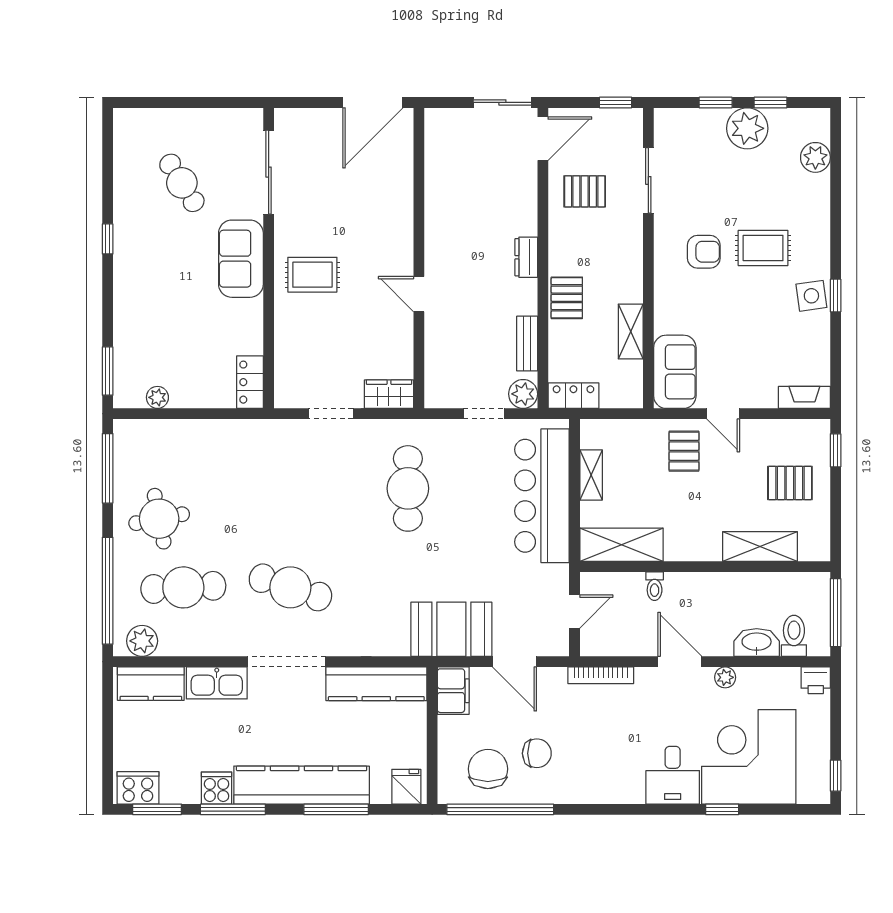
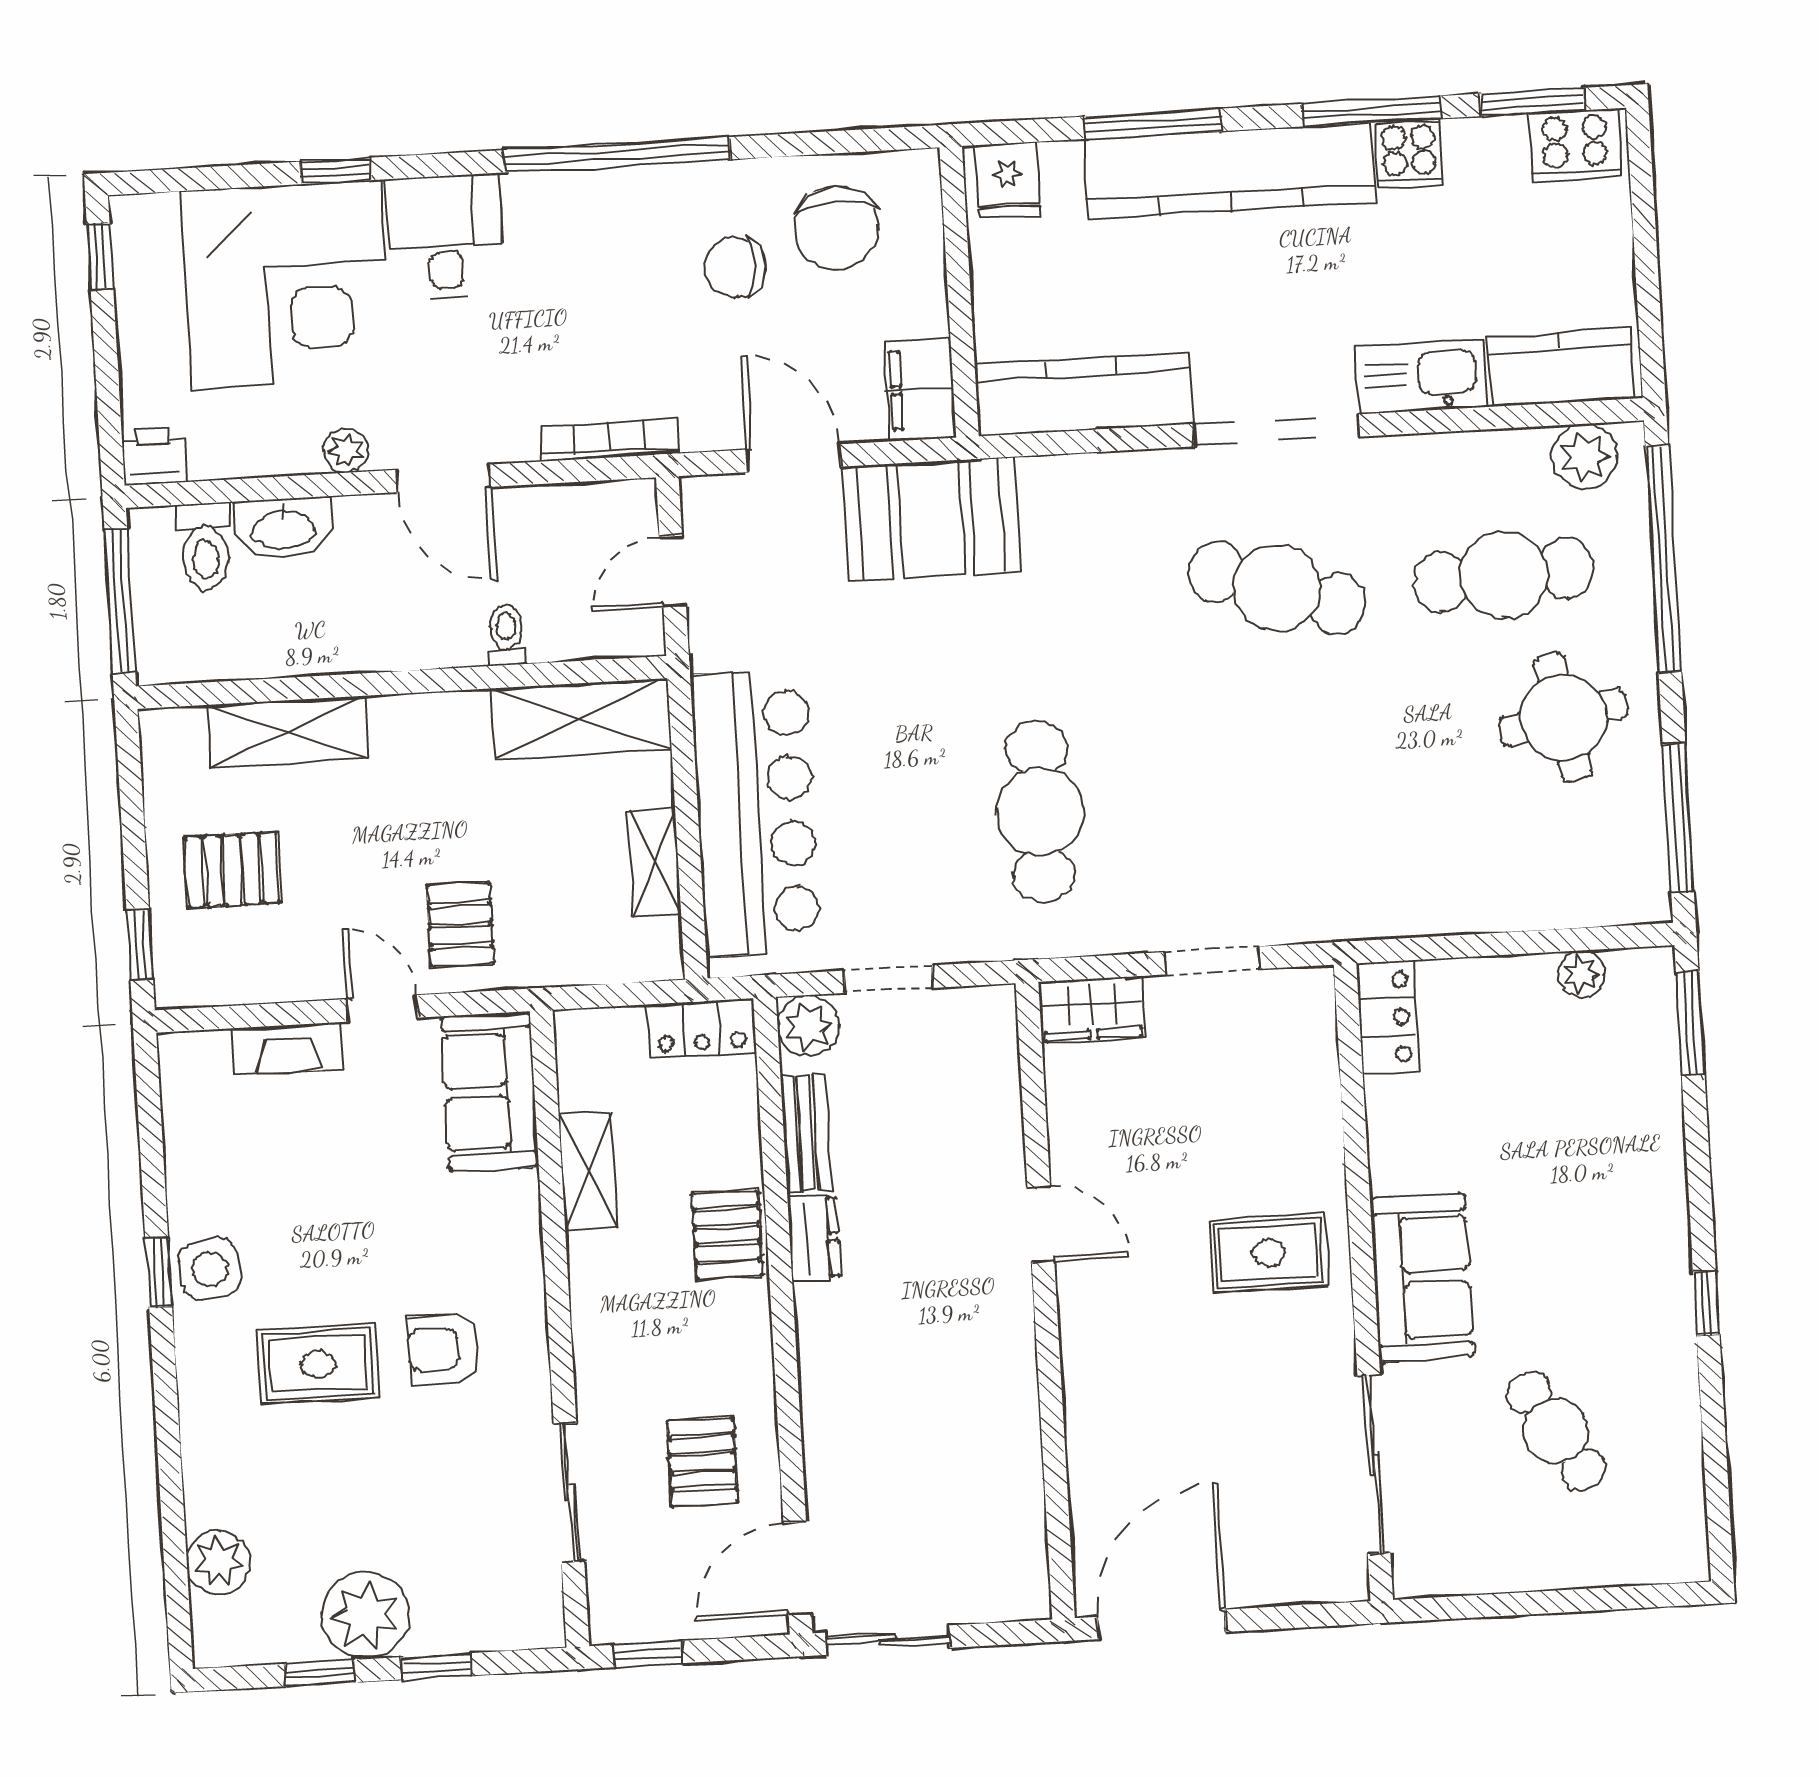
pallet: (585, 191) -> (702, 1462), turned 90
dresser: (526, 257) -> (814, 1238), moved
fireplace: (804, 397) -> (288, 1049), moved
window: (500, 809) -> (617, 155), moved

